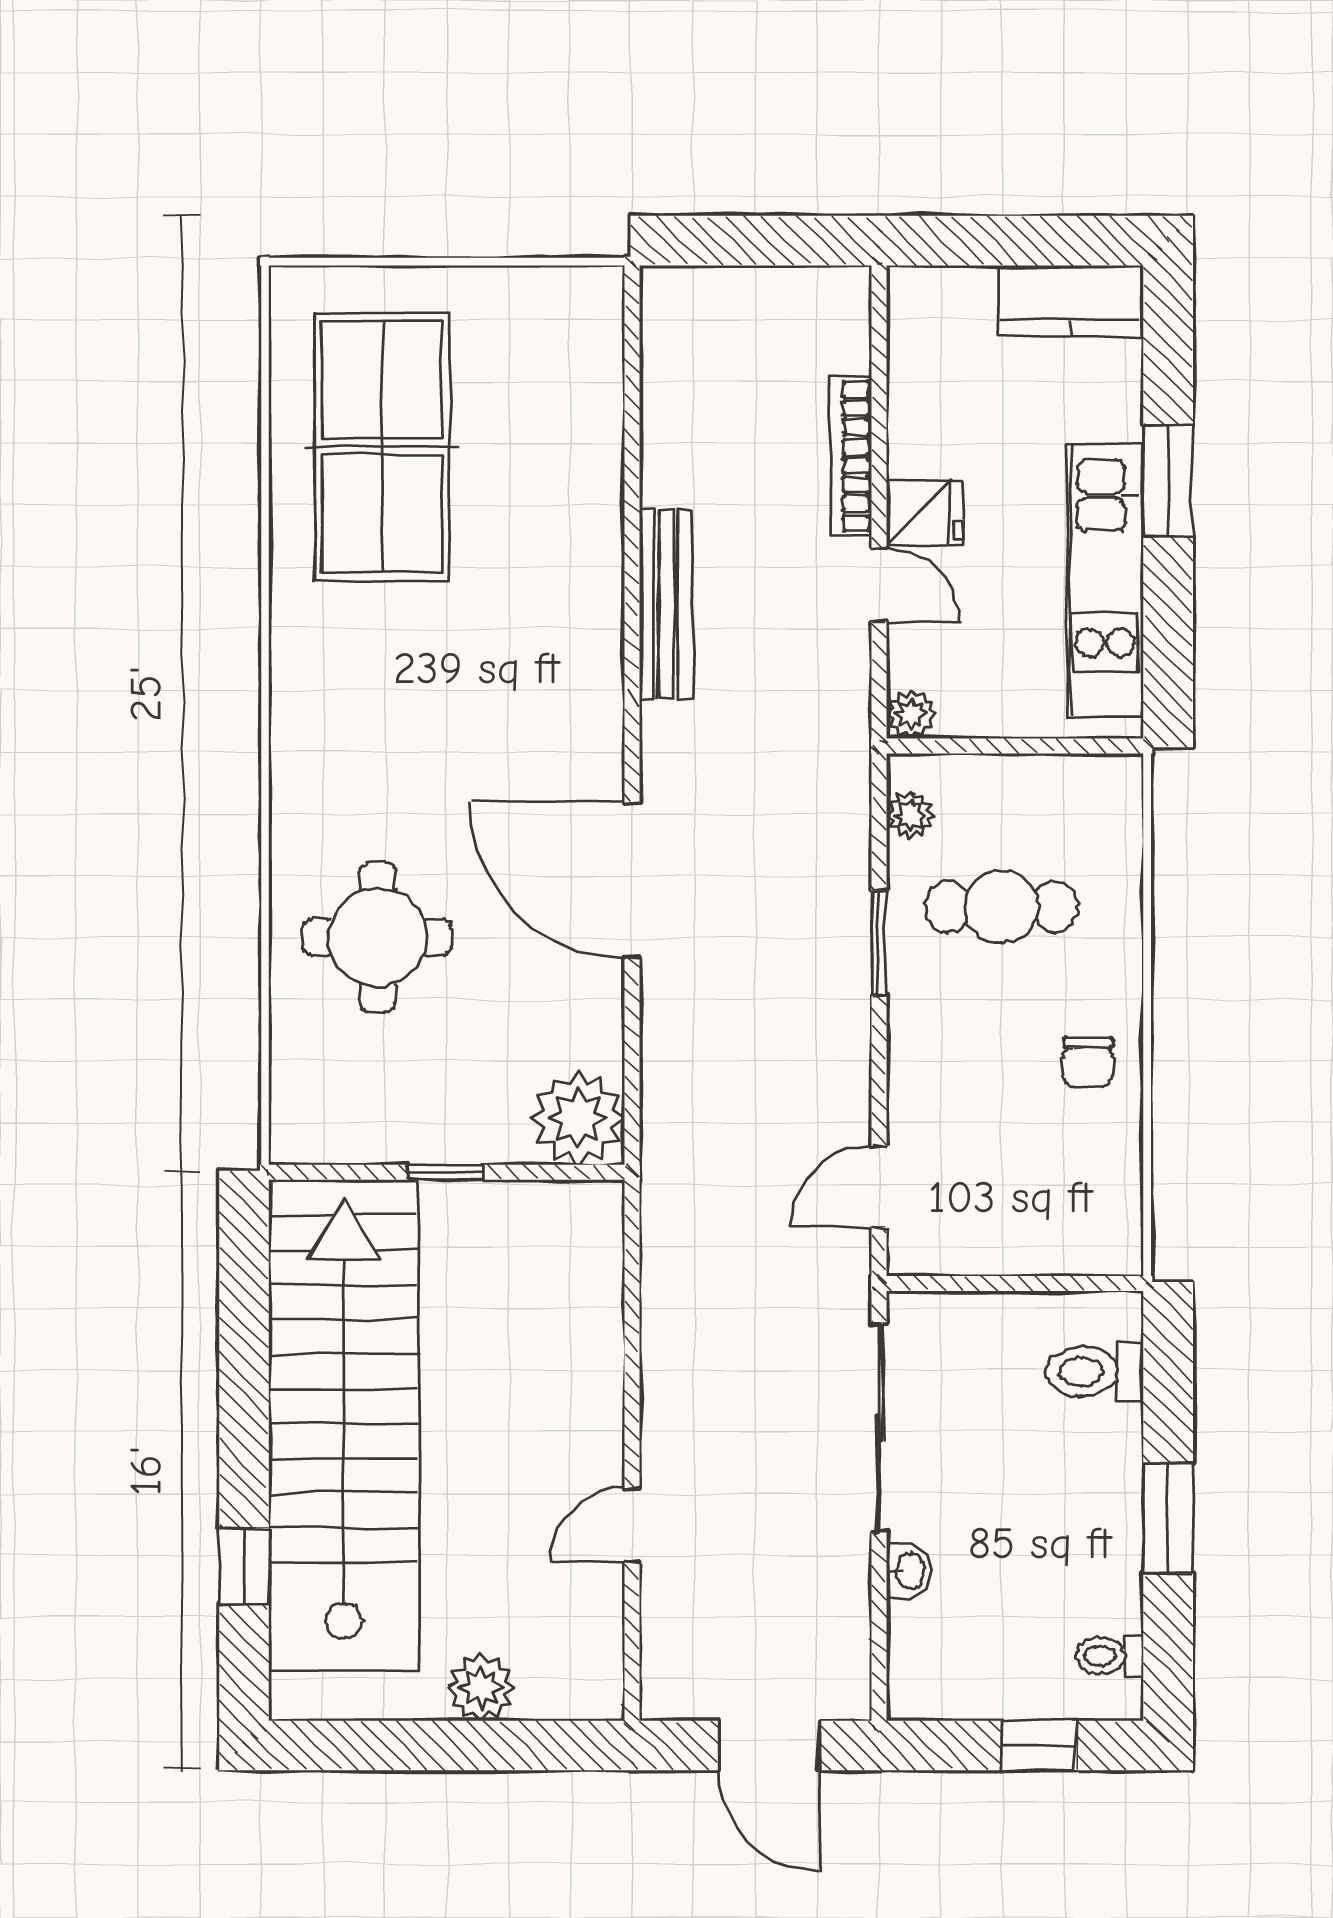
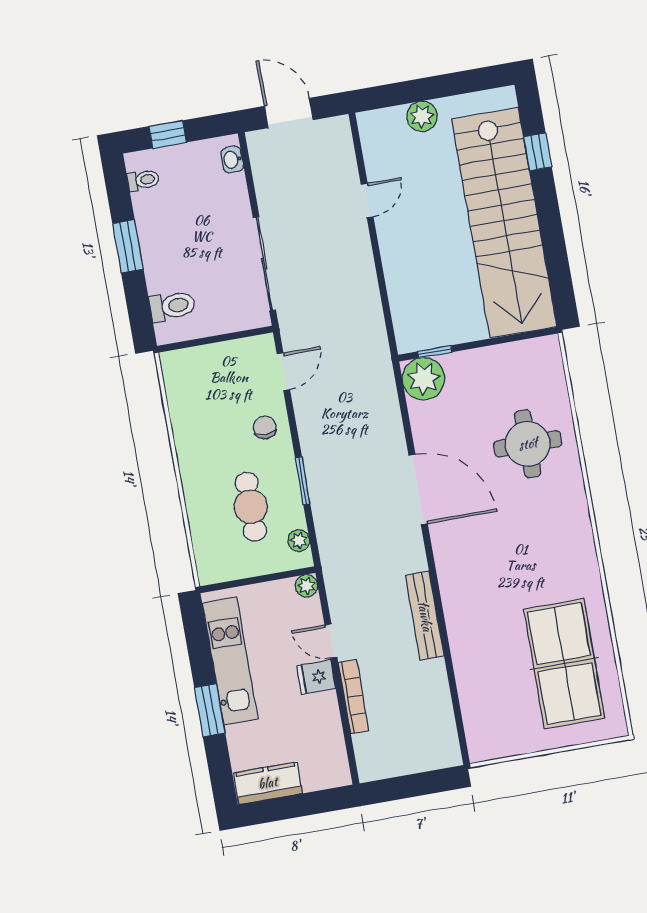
cafe table: (1001, 907) -> (251, 507), turned 90
chair: (1088, 1062) -> (265, 427), moved
window: (445, 1172) -> (435, 352), moved
washbasin: (909, 1571) -> (232, 160), moved

